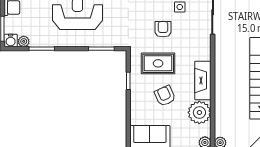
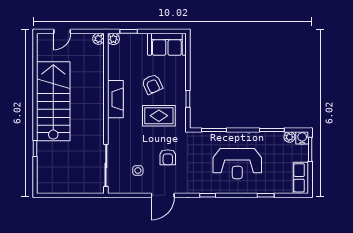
armchair: (163, 29) -> (168, 157), moved
plant: (199, 112) -> (119, 68), removed

